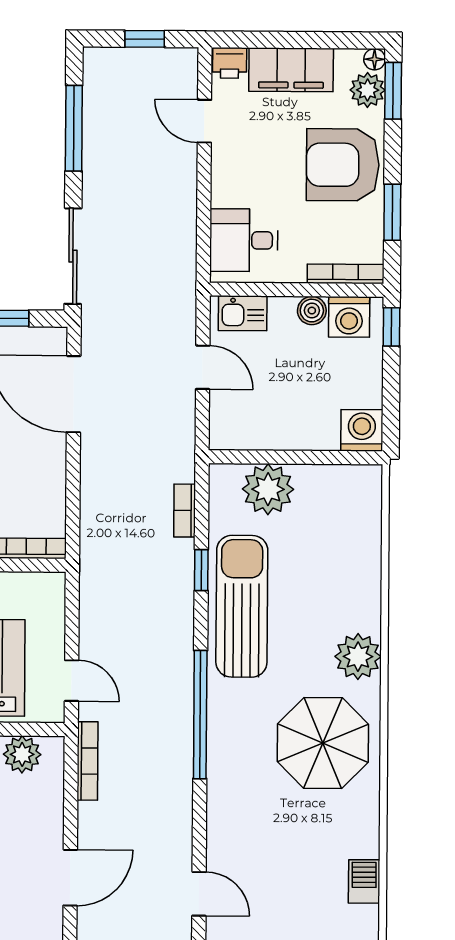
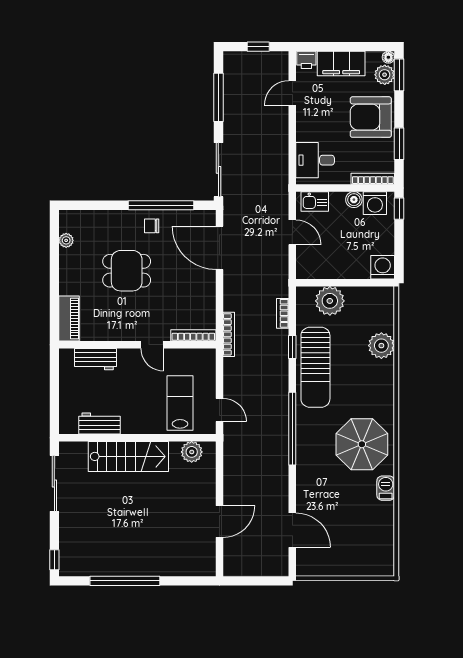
door: (204, 121) -> (292, 93), hinge flipped
sun lounger: (242, 606) -> (315, 367), turned 180
plant: (358, 657) -> (381, 346), moved
bookcase: (88, 761) -> (229, 334), moved
barbecue: (364, 881) -> (386, 488), moved
door: (199, 894) -> (292, 530), width x1.37

